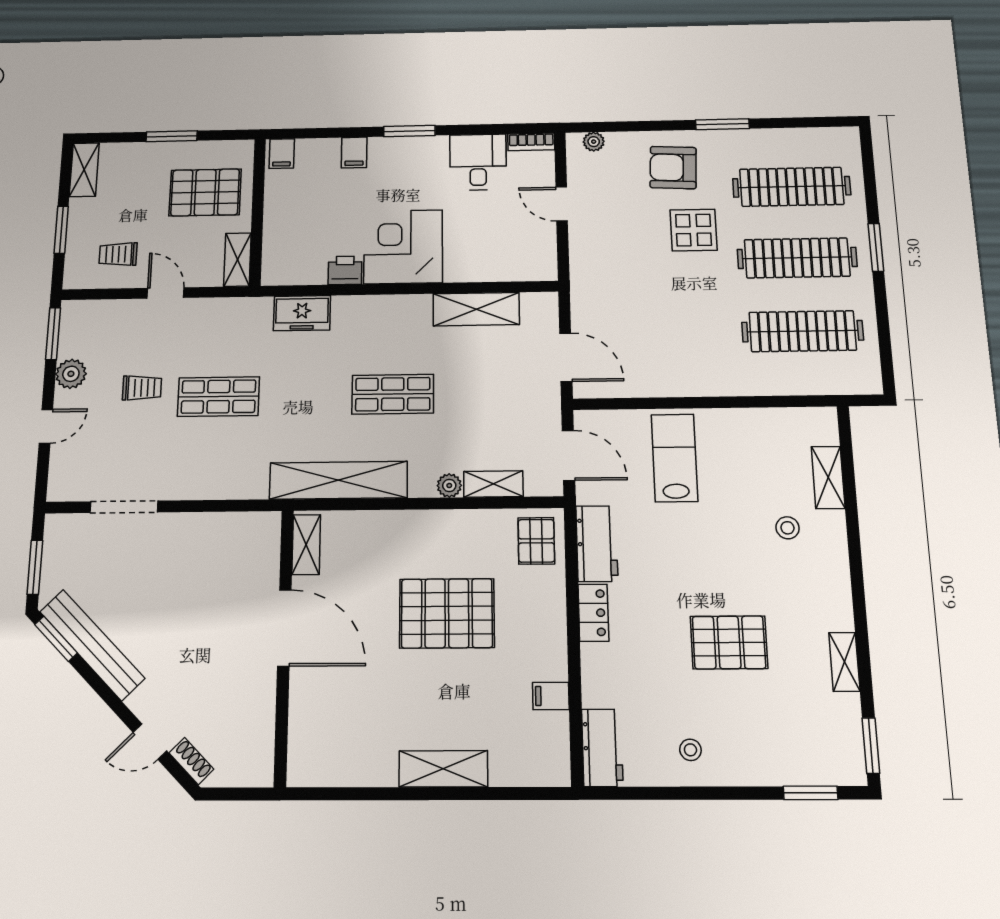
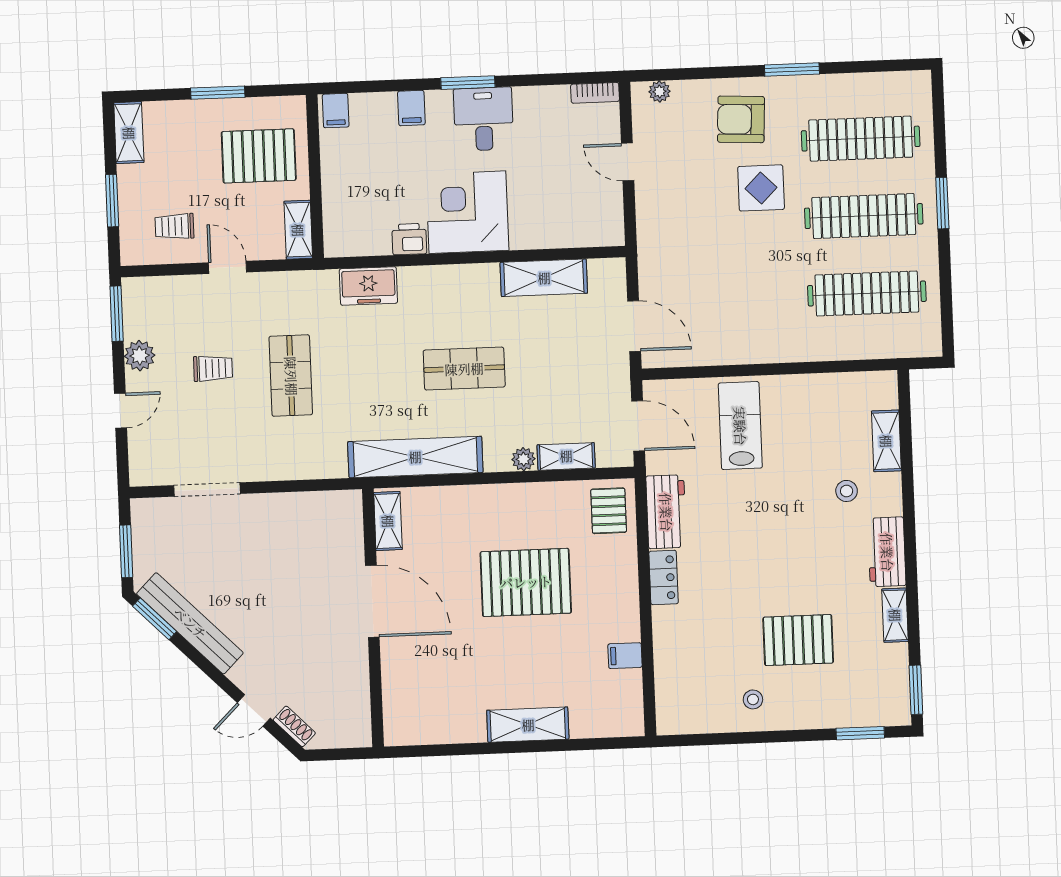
desk: (478, 162) -> (484, 119), moved
shop shelf: (218, 397) -> (291, 376), turned 90
pallet: (729, 642) -> (798, 640), moved
workbench: (602, 748) -> (887, 552), moved, turned 180

